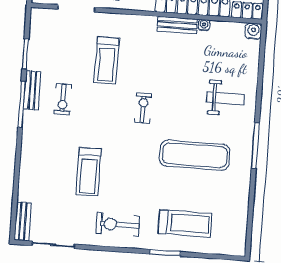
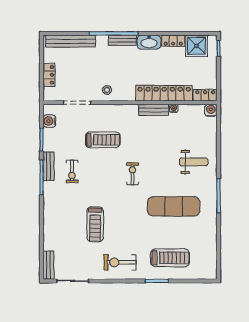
water cooler: (38, 30) -> (49, 121), added
treadmill: (107, 60) -> (103, 140), turned -90

